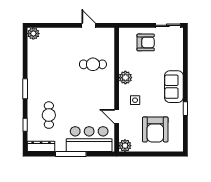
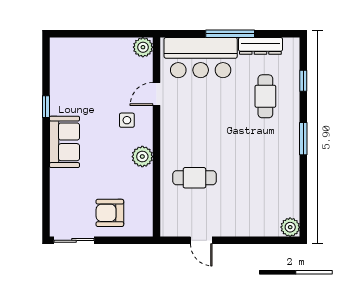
door: (117, 116) -> (157, 94), swing flipped
armchair: (155, 129) -> (94, 73), removed
dresser: (41, 146) -> (260, 46), moved

